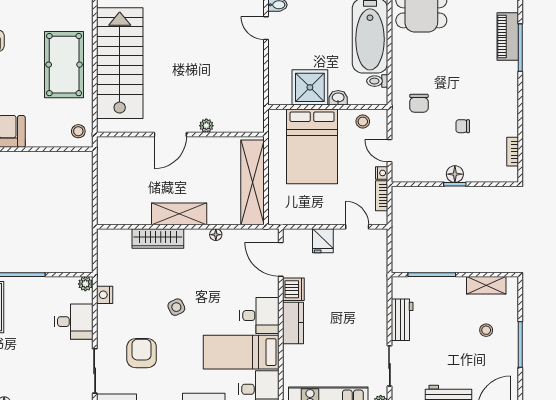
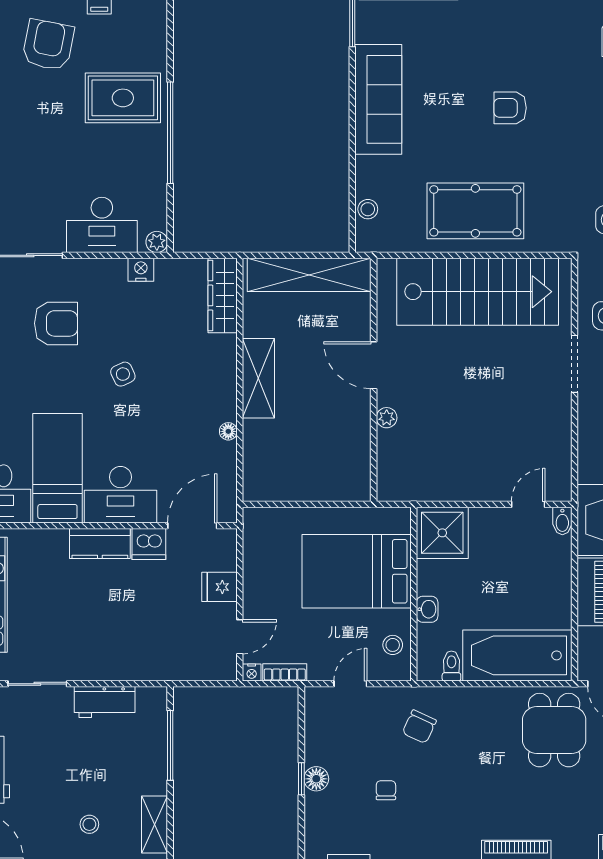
shower: (310, 87) -> (442, 533), moved
chair: (419, 103) -> (419, 727), turned -65
stool: (78, 131) -> (368, 209), moved
nightstand: (382, 173) -> (252, 672), moved
shelving: (253, 182) -> (309, 275), moved
wardrobe: (158, 239) -> (223, 295), moved
desk: (259, 316) -> (121, 495), width x1.37
desk: (74, 322) -> (102, 225), width x1.37

